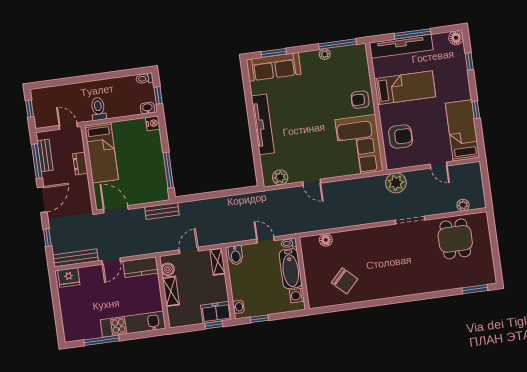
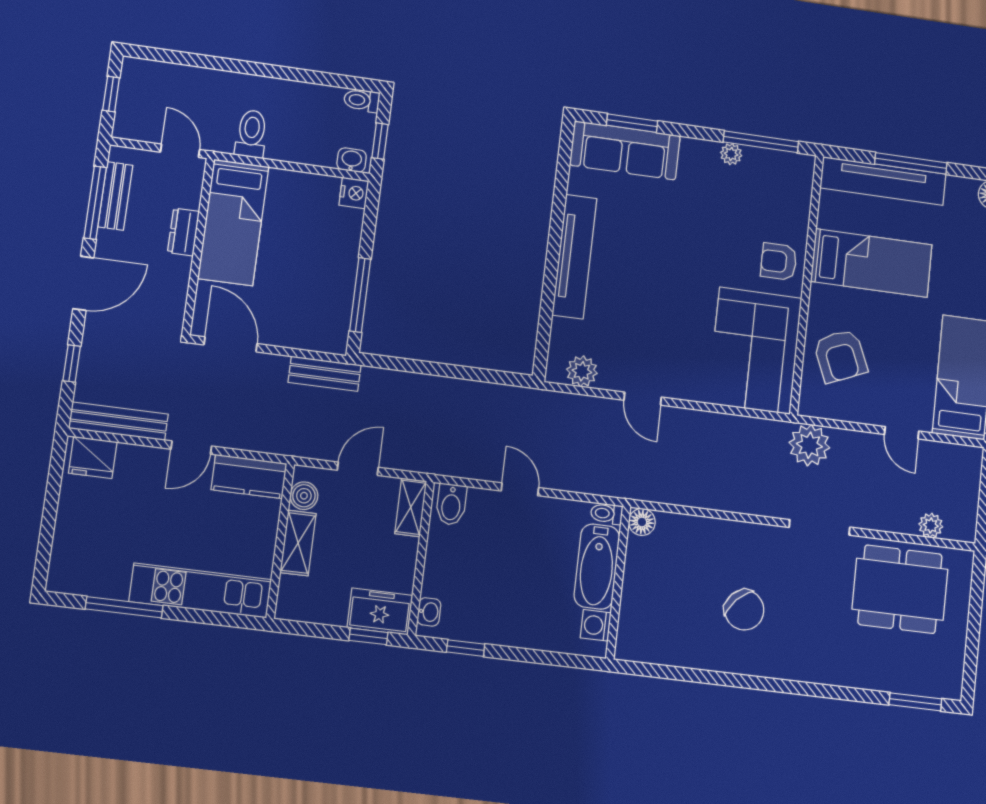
armchair: (401, 137) -> (840, 356), turned 67
dining table: (455, 239) -> (900, 589), width x1.37
toilet: (289, 243) -> (607, 514), moved
bathtub: (291, 269) -> (597, 567), moved
wall: (302, 273) -> (618, 582), moved
chair: (344, 281) -> (744, 610), moved
washing machine: (297, 296) -> (596, 625), moved

